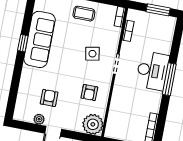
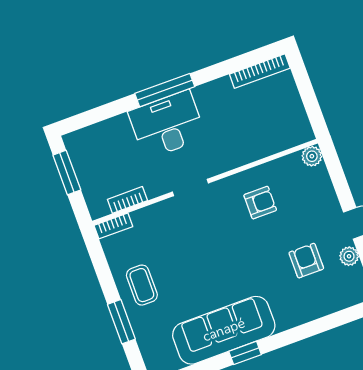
side table: (92, 54) -> (197, 234), removed
armchair: (49, 98) -> (306, 261), turned 90
plant: (93, 124) -> (312, 156), width x0.53, depth x0.53

